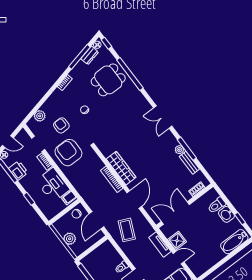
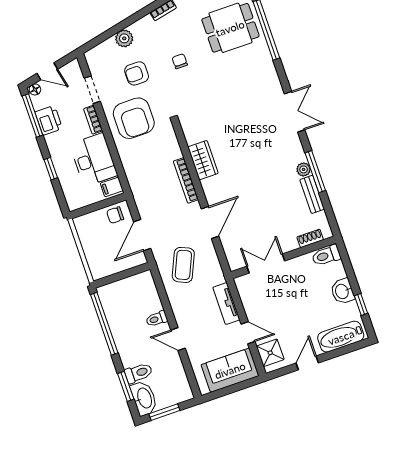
plant: (40, 116) -> (124, 38), moved
double door: (163, 117) -> (295, 112), swing flipped
armchair: (61, 125) -> (137, 73), turned -90
armchair: (68, 153) -> (134, 118), turned 180
wardrobe: (121, 168) -> (203, 160), width x0.67
toilet: (217, 205) -> (326, 256), moved
double door: (175, 213) -> (266, 264), width x0.73
plant: (70, 239) -> (92, 250), removed
shower: (177, 241) -> (270, 353), moved
door: (220, 264) -> (307, 363), added

